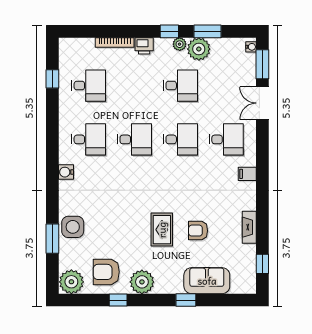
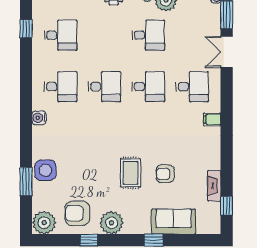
fireplace: (249, 227) -> (214, 186), moved

